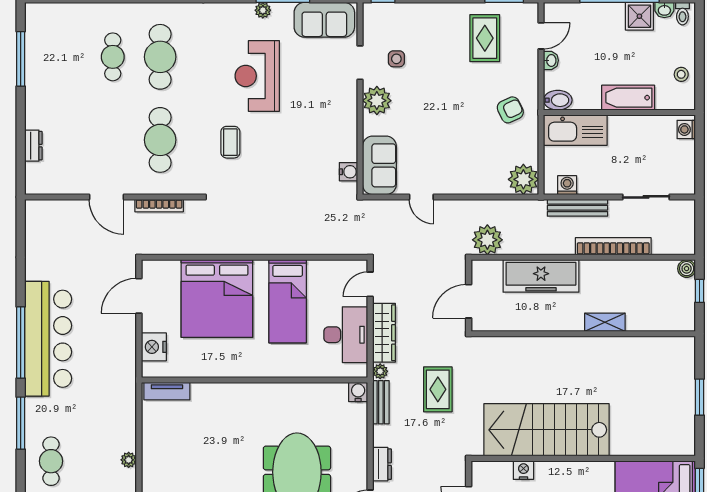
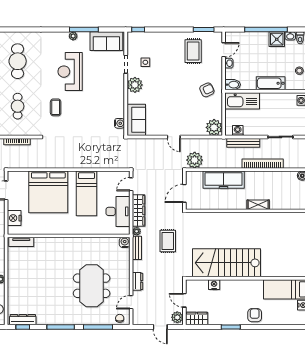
cafe table: (160, 140) -> (18, 106), width x0.73, depth x0.74
door: (421, 197) -> (174, 137), moved

